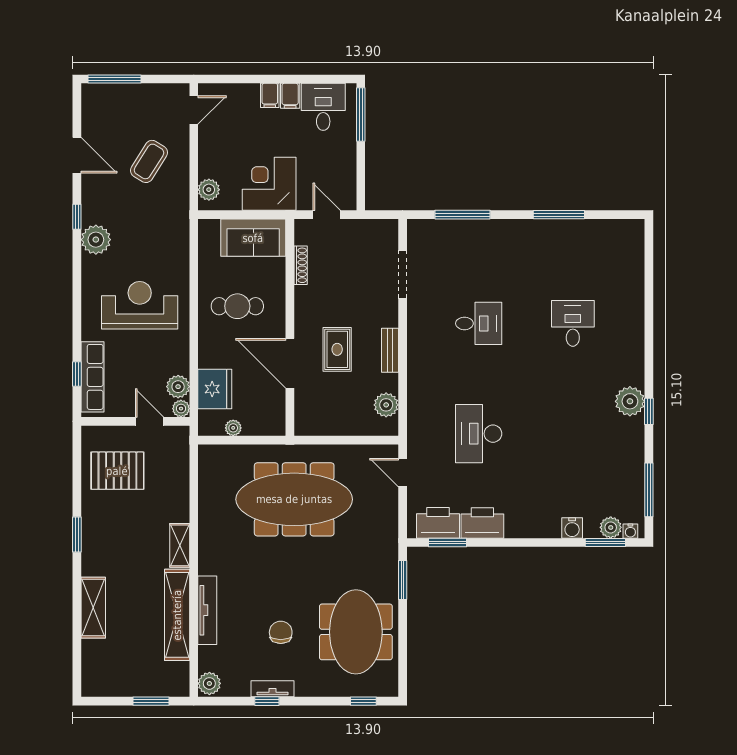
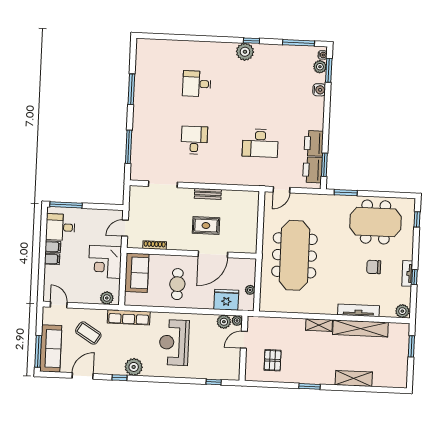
sofa: (120, 100) -> (51, 348), added
row of seats: (92, 377) -> (129, 317), moved, turned 180
plant: (386, 405) -> (240, 198), removed
pallet: (117, 471) -> (273, 360), width x0.67, depth x0.71

